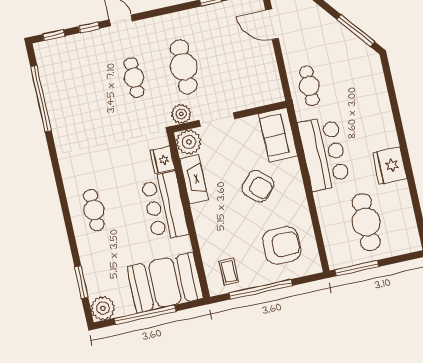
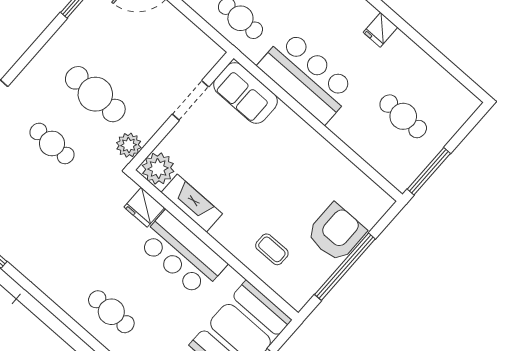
doorway: (217, 119) -> (190, 100), moved
fridge: (390, 166) -> (380, 30), width x0.53, depth x0.75
armchair: (258, 186) -> (264, 162), removed
cafe table: (366, 222) -> (403, 116), width x0.73, depth x0.74
armchair: (282, 245) -> (336, 233), moved
coffee table: (229, 272) -> (272, 249), moved

